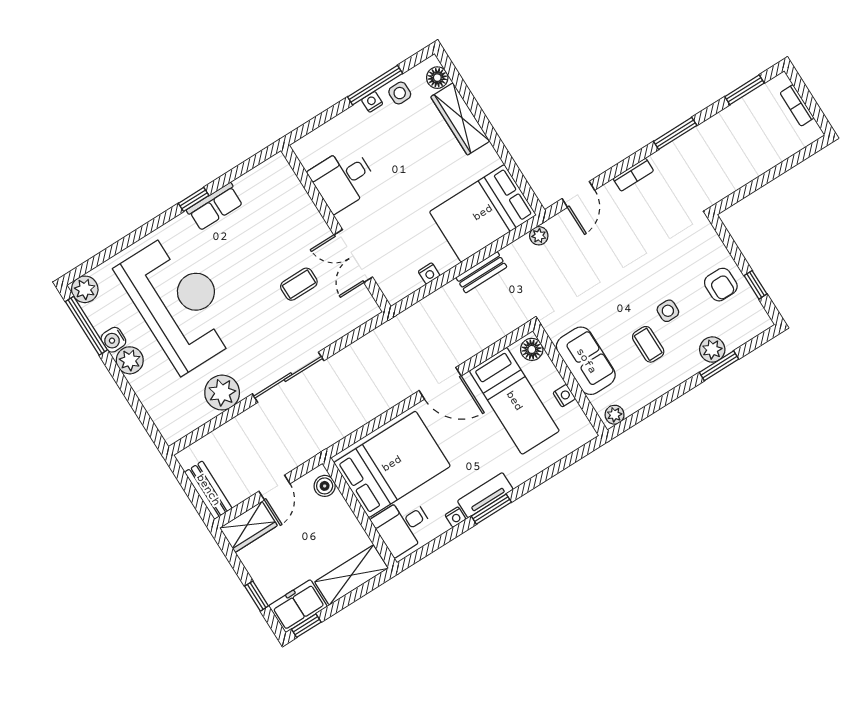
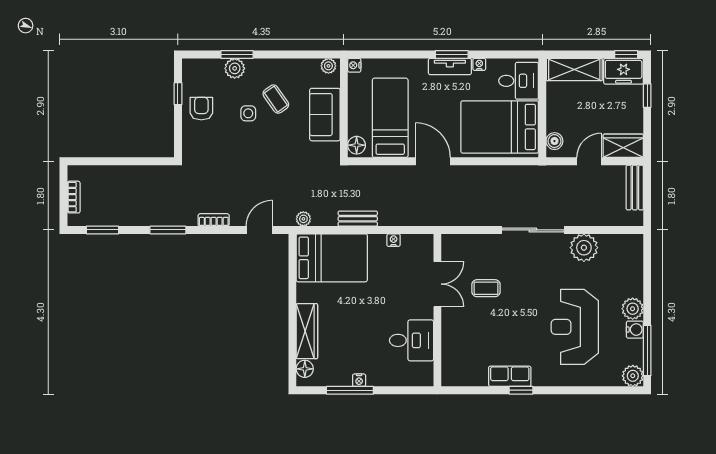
side table: (400, 93) -> (337, 374), removed
reception desk: (179, 302) -> (575, 327), width x0.74, depth x0.77
coffee table: (648, 344) -> (276, 99), turned -35
nightstand: (564, 396) -> (354, 65), moved

